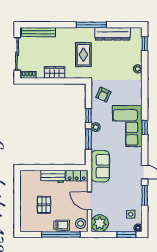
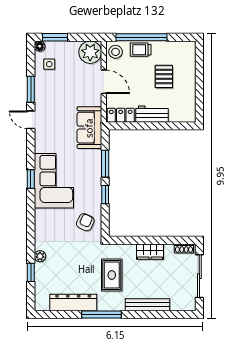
bench: (39, 32) -> (147, 305), moved
window: (145, 44) -> (31, 272), moved
plant: (96, 127) -> (96, 179), removed

